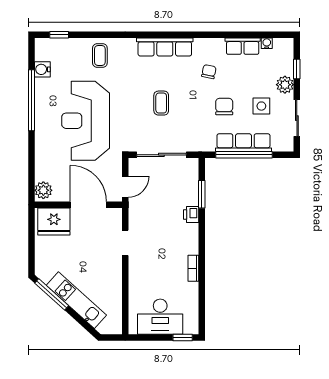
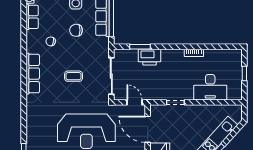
coffee table: (100, 55) -> (39, 121), removed
door: (88, 205) -> (148, 129), hinge flipped
printer: (191, 214) -> (150, 57), width x1.87, depth x1.48
desk: (160, 317) -> (210, 87), moved, turned 90
window: (183, 337) -> (244, 73), moved

